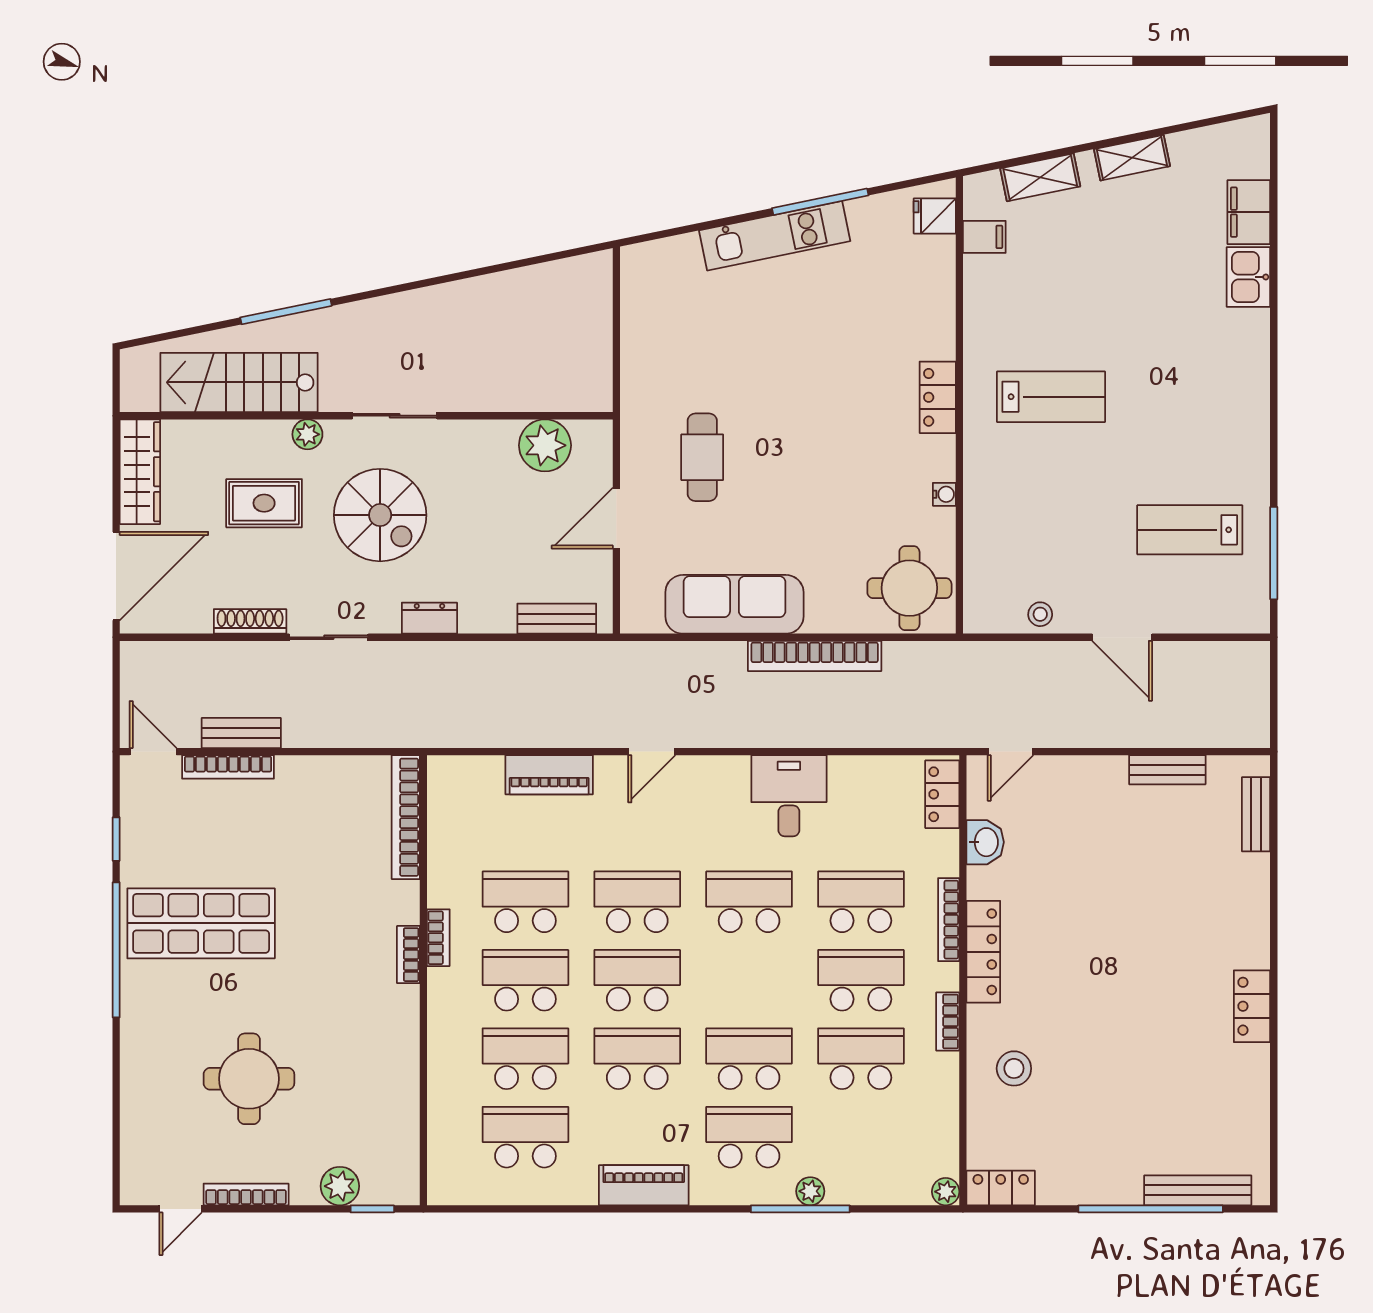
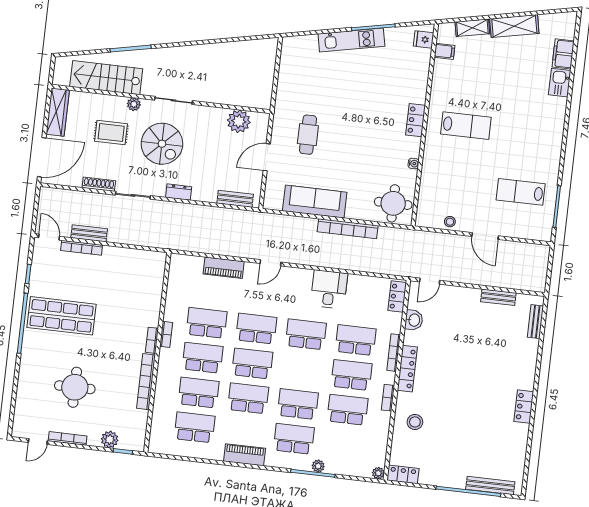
shelving: (1132, 158) -> (514, 26), width x1.50, depth x1.33
bookcase: (406, 817) -> (146, 382), moved

